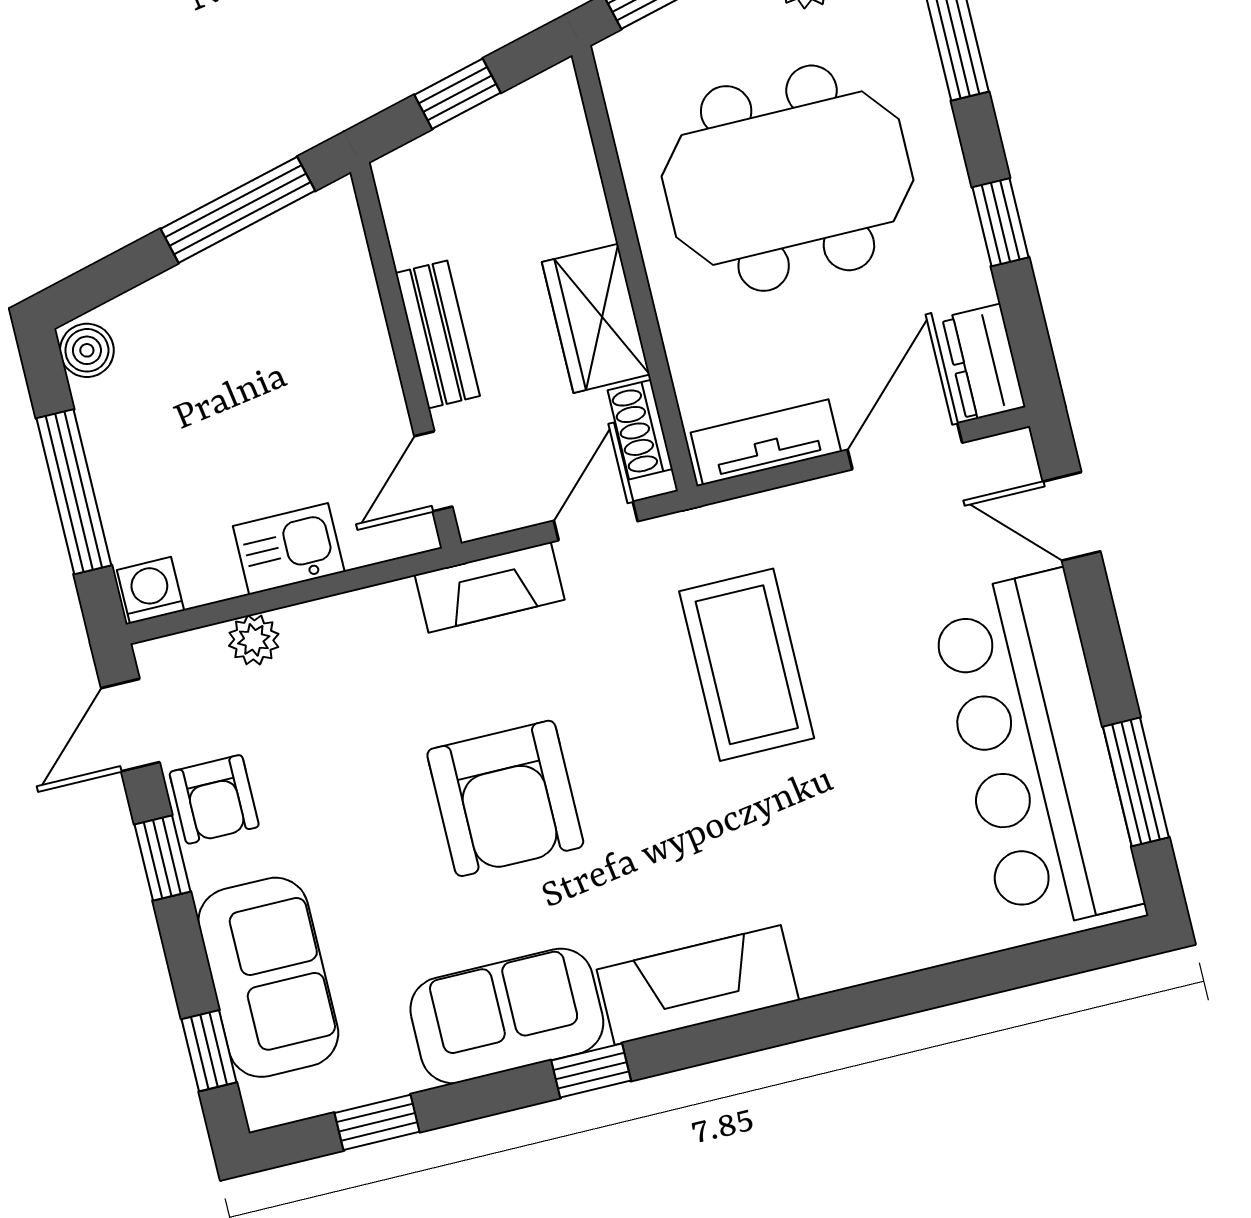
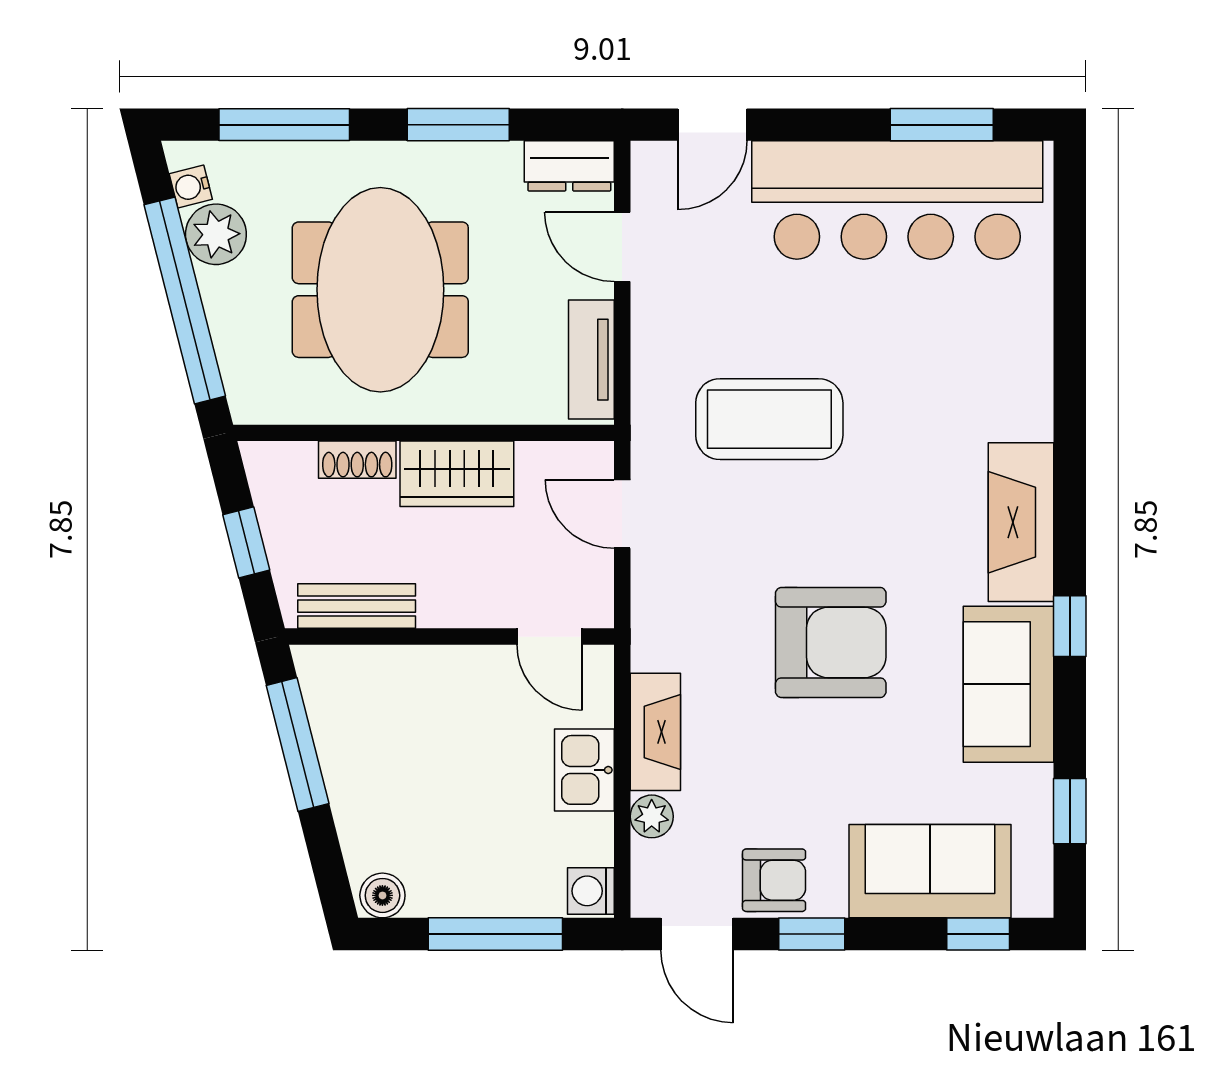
window: (1000, 222) -> (458, 125), width x1.50
bench: (438, 334) -> (357, 606), moved
shoe rack: (640, 430) -> (357, 460), moved
door: (905, 446) -> (622, 247), width x0.73
fireplace: (490, 587) -> (655, 732), moved

